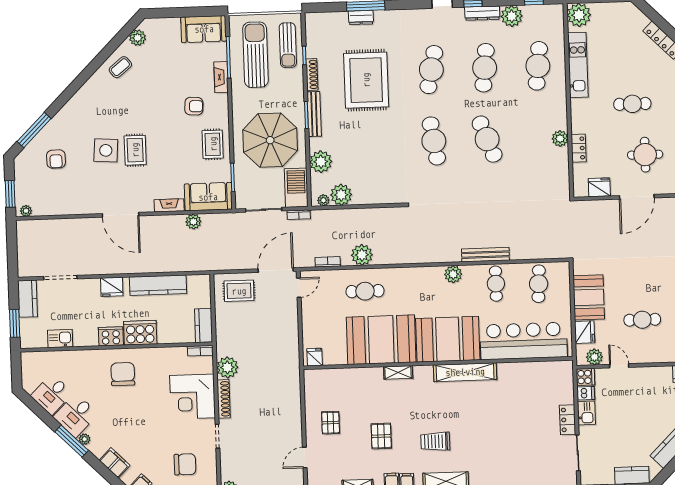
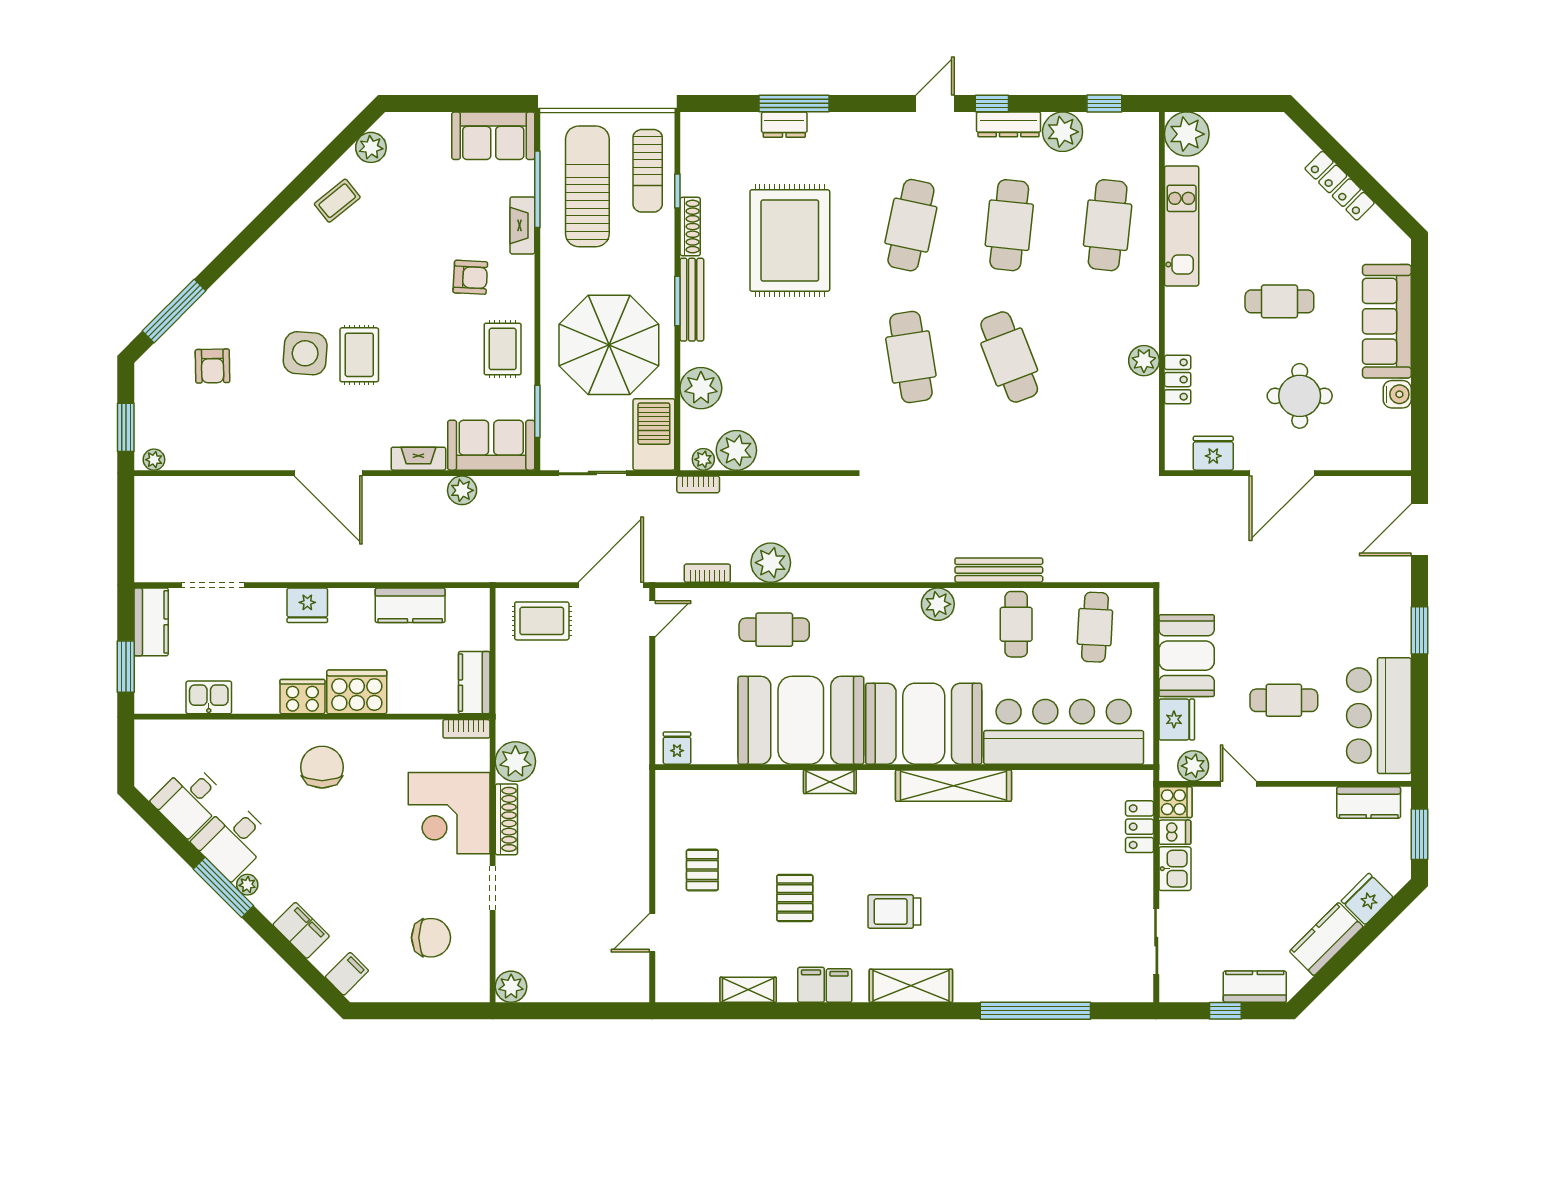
bookcase: (299, 215) -> (698, 484), moved
kitchen counter: (158, 285) -> (410, 605), width x0.67
locker: (568, 420) -> (1140, 827), moved

